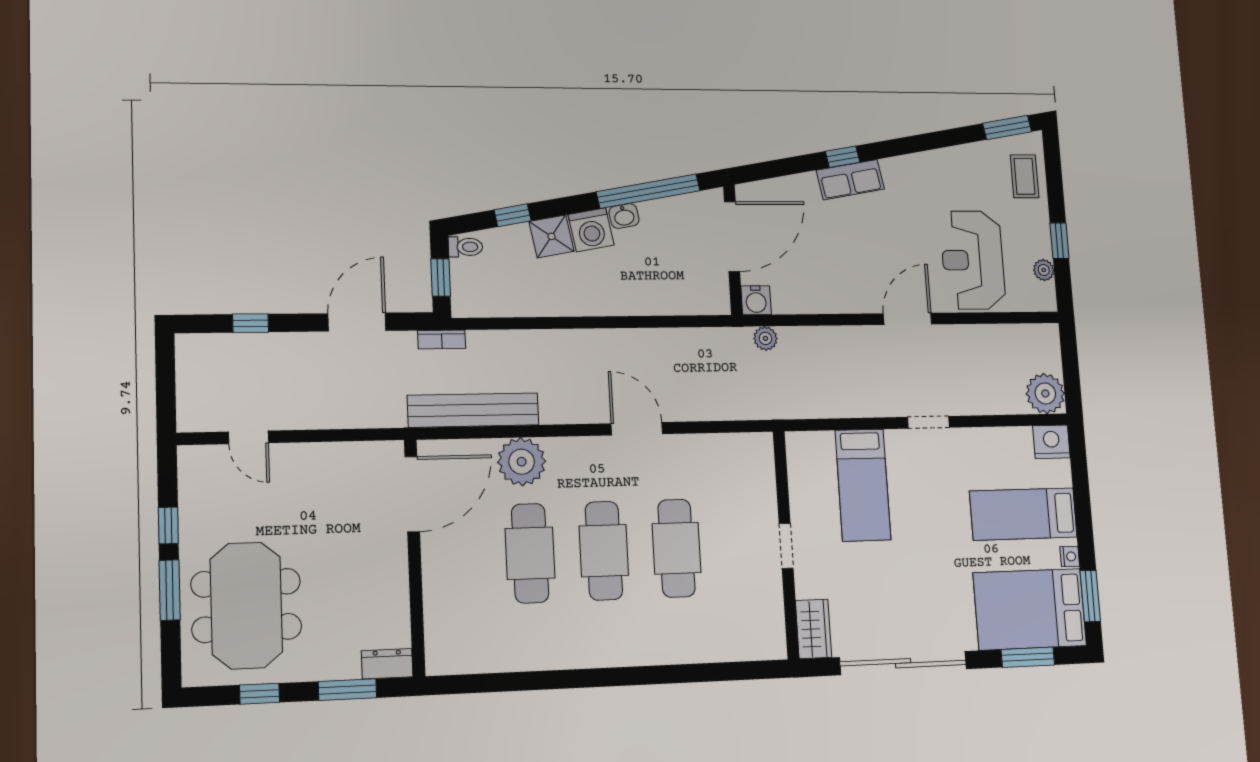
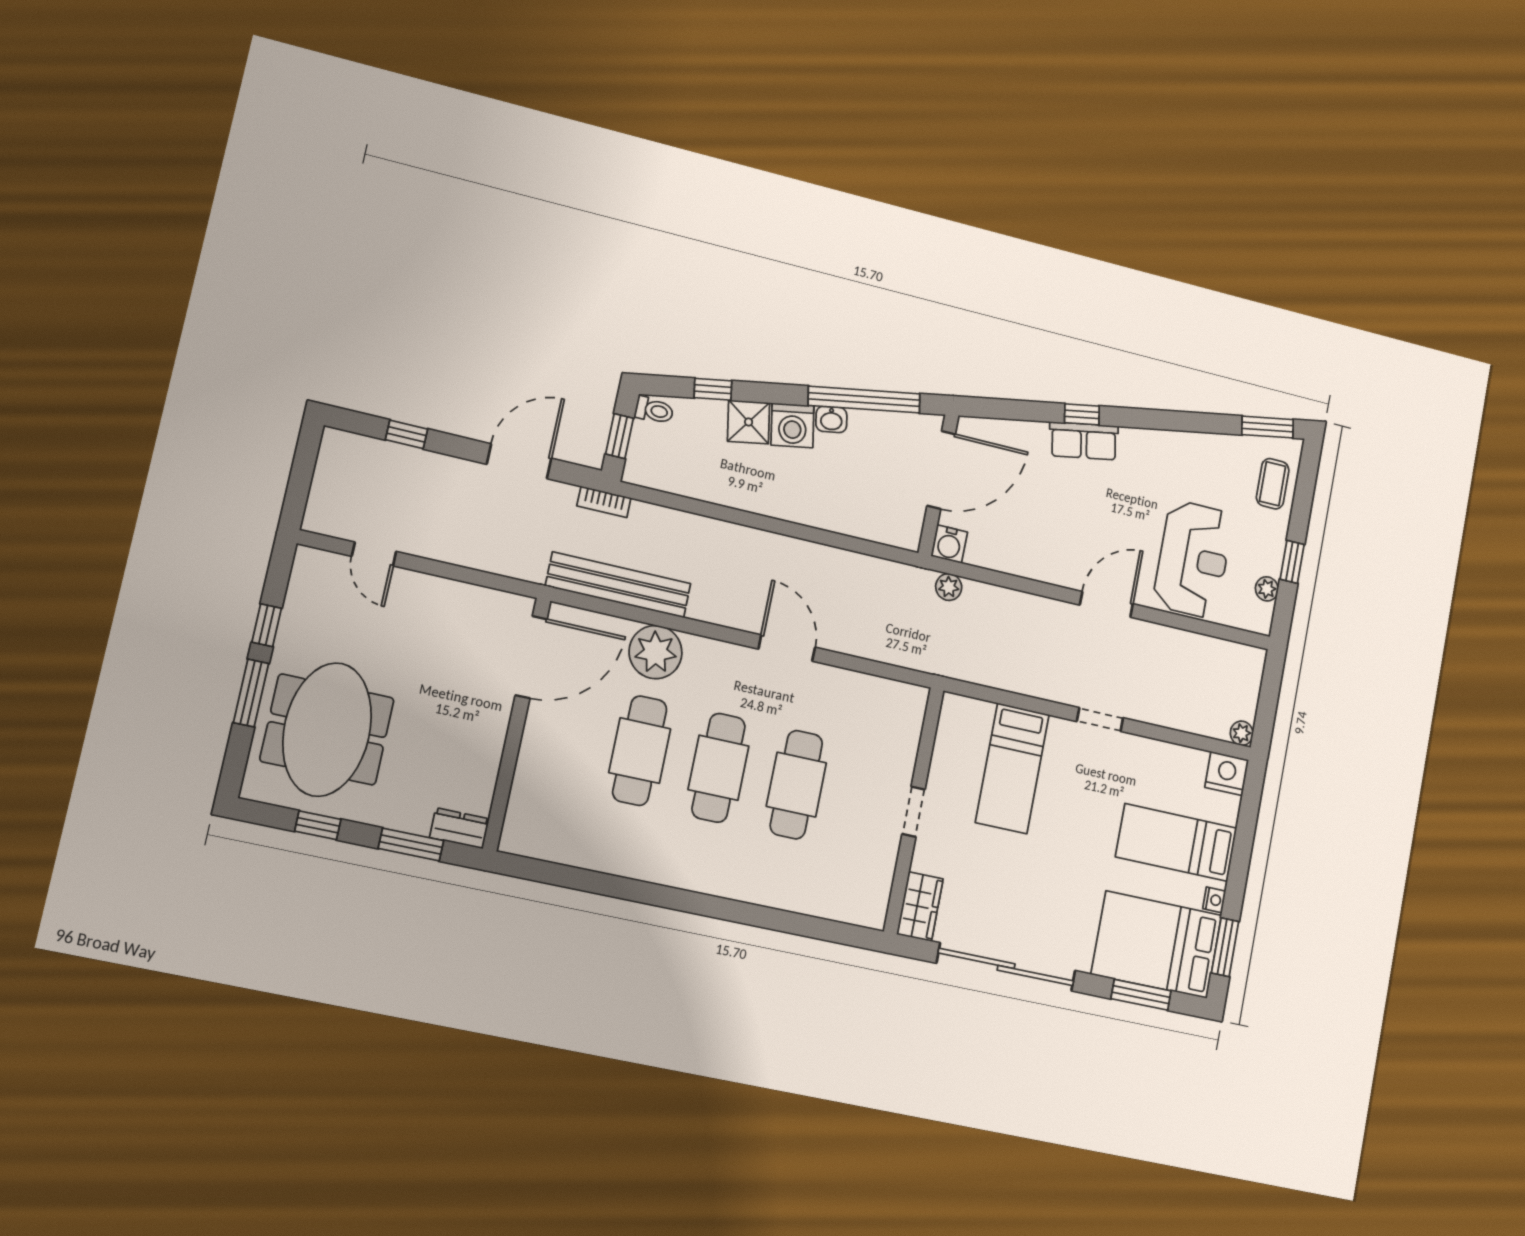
reception desk: (973, 260) -> (1193, 559), turned 180
plant: (1045, 393) -> (1242, 733), width x0.53, depth x0.53

